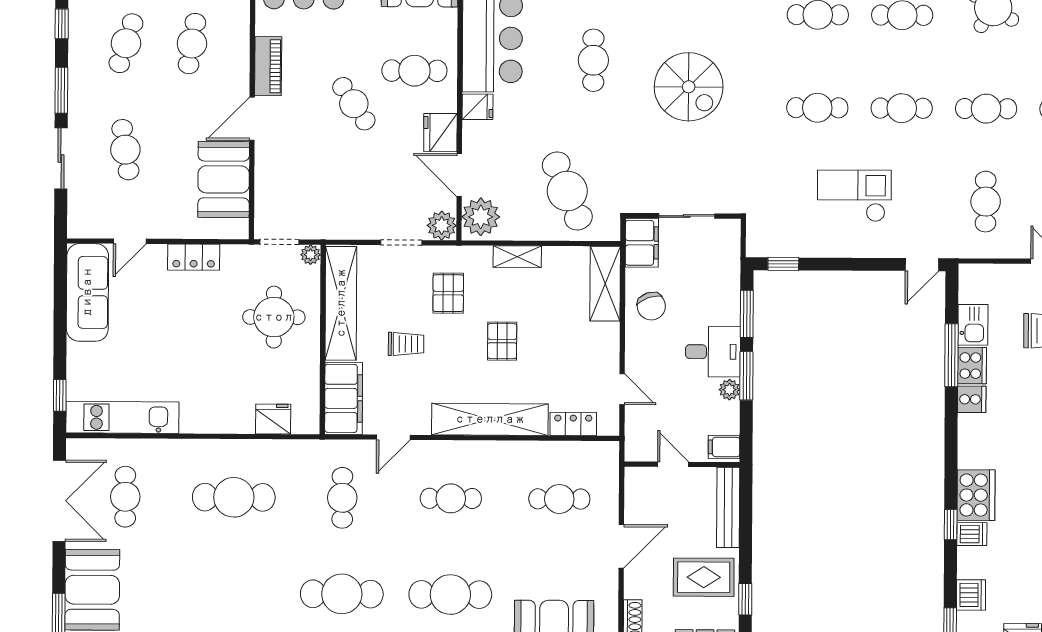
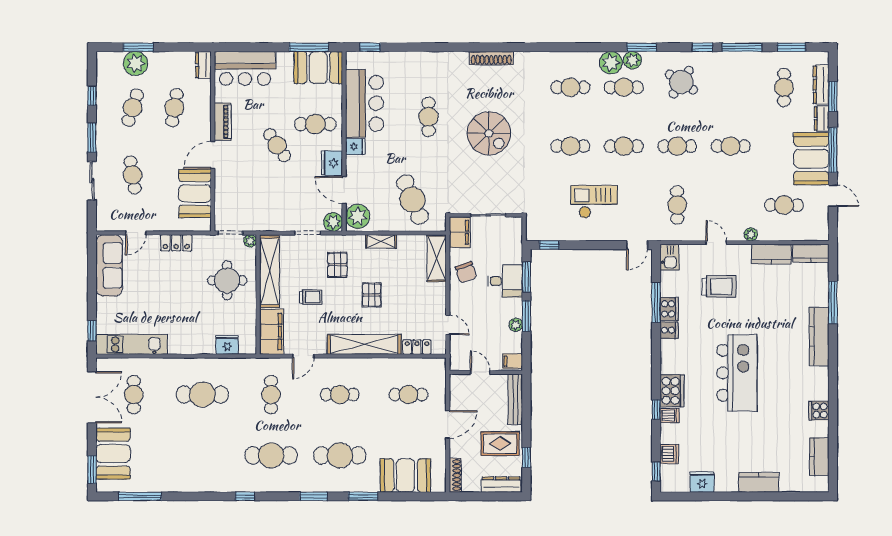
kitchen sink: (973, 325) -> (670, 257), moved
desk: (713, 352) -> (505, 281), moved

